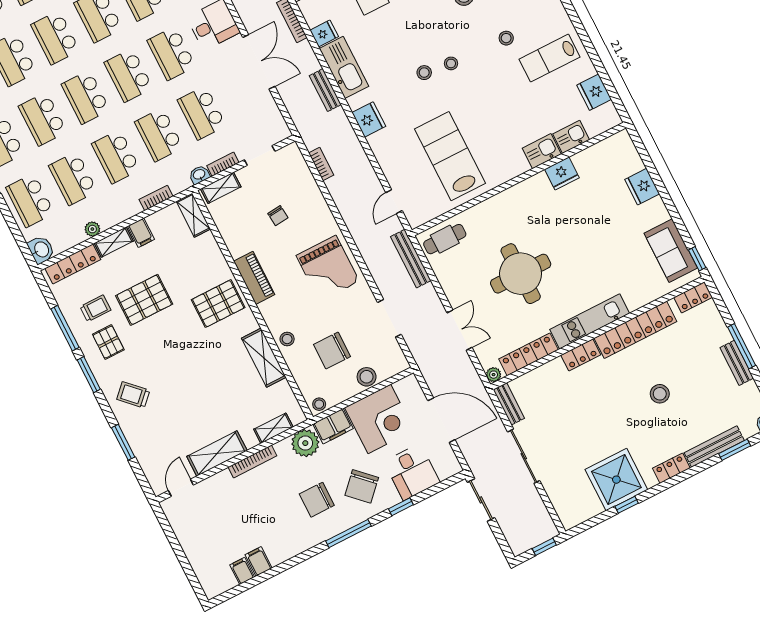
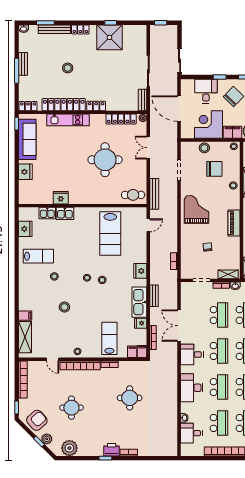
sofa: (671, 251) -> (27, 139), width x1.36
kitchen unit: (590, 321) -> (68, 120), moved

